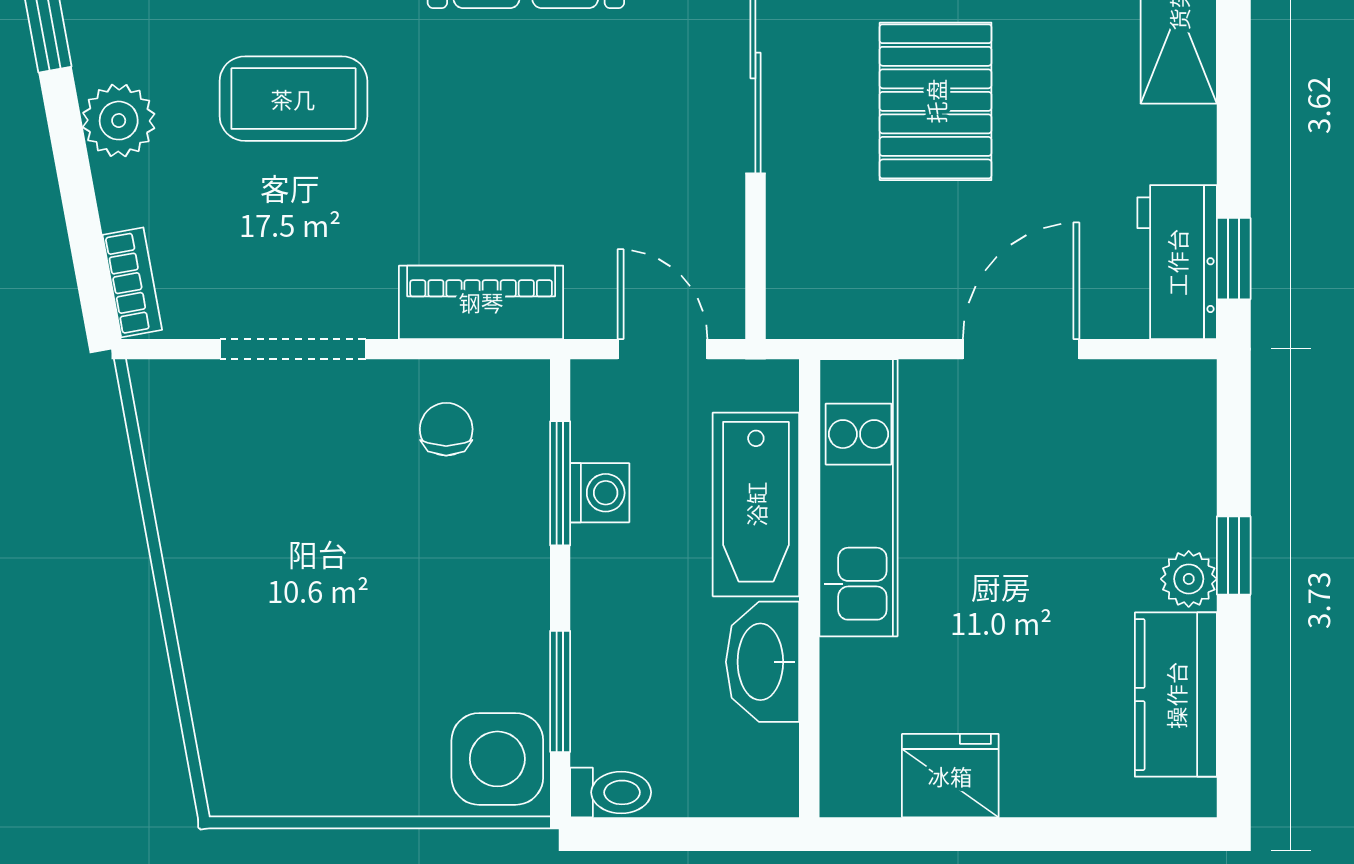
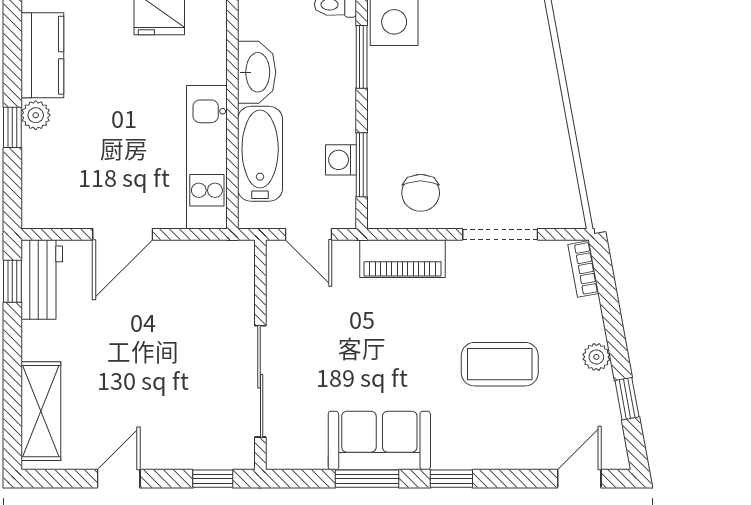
pallet: (936, 101) -> (167, 363), removed
plant: (119, 121) -> (596, 357), width x0.73, depth x0.73
chair: (446, 429) -> (421, 193), width x1.37, depth x1.37

